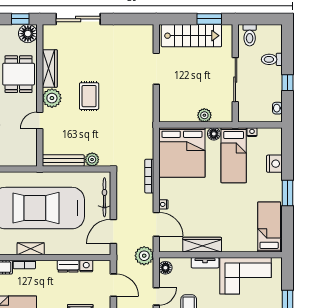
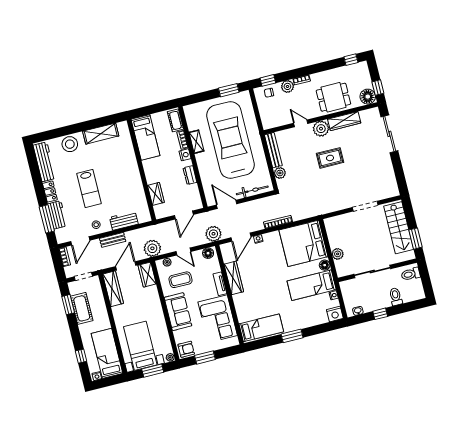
nightstand: (274, 164) -> (335, 314), moved
nightstand: (86, 266) -> (185, 155), moved

